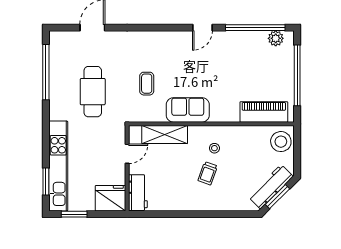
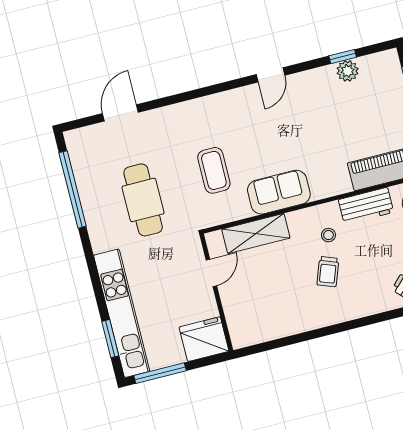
window: (255, 28) -> (343, 57), width x0.32
plant: (276, 38) -> (348, 71), moved
coffee table: (147, 84) -> (214, 170), width x1.36, depth x1.30
workbench: (138, 193) -> (366, 206), moved, turned 90
window: (74, 214) -> (160, 373), width x1.44

